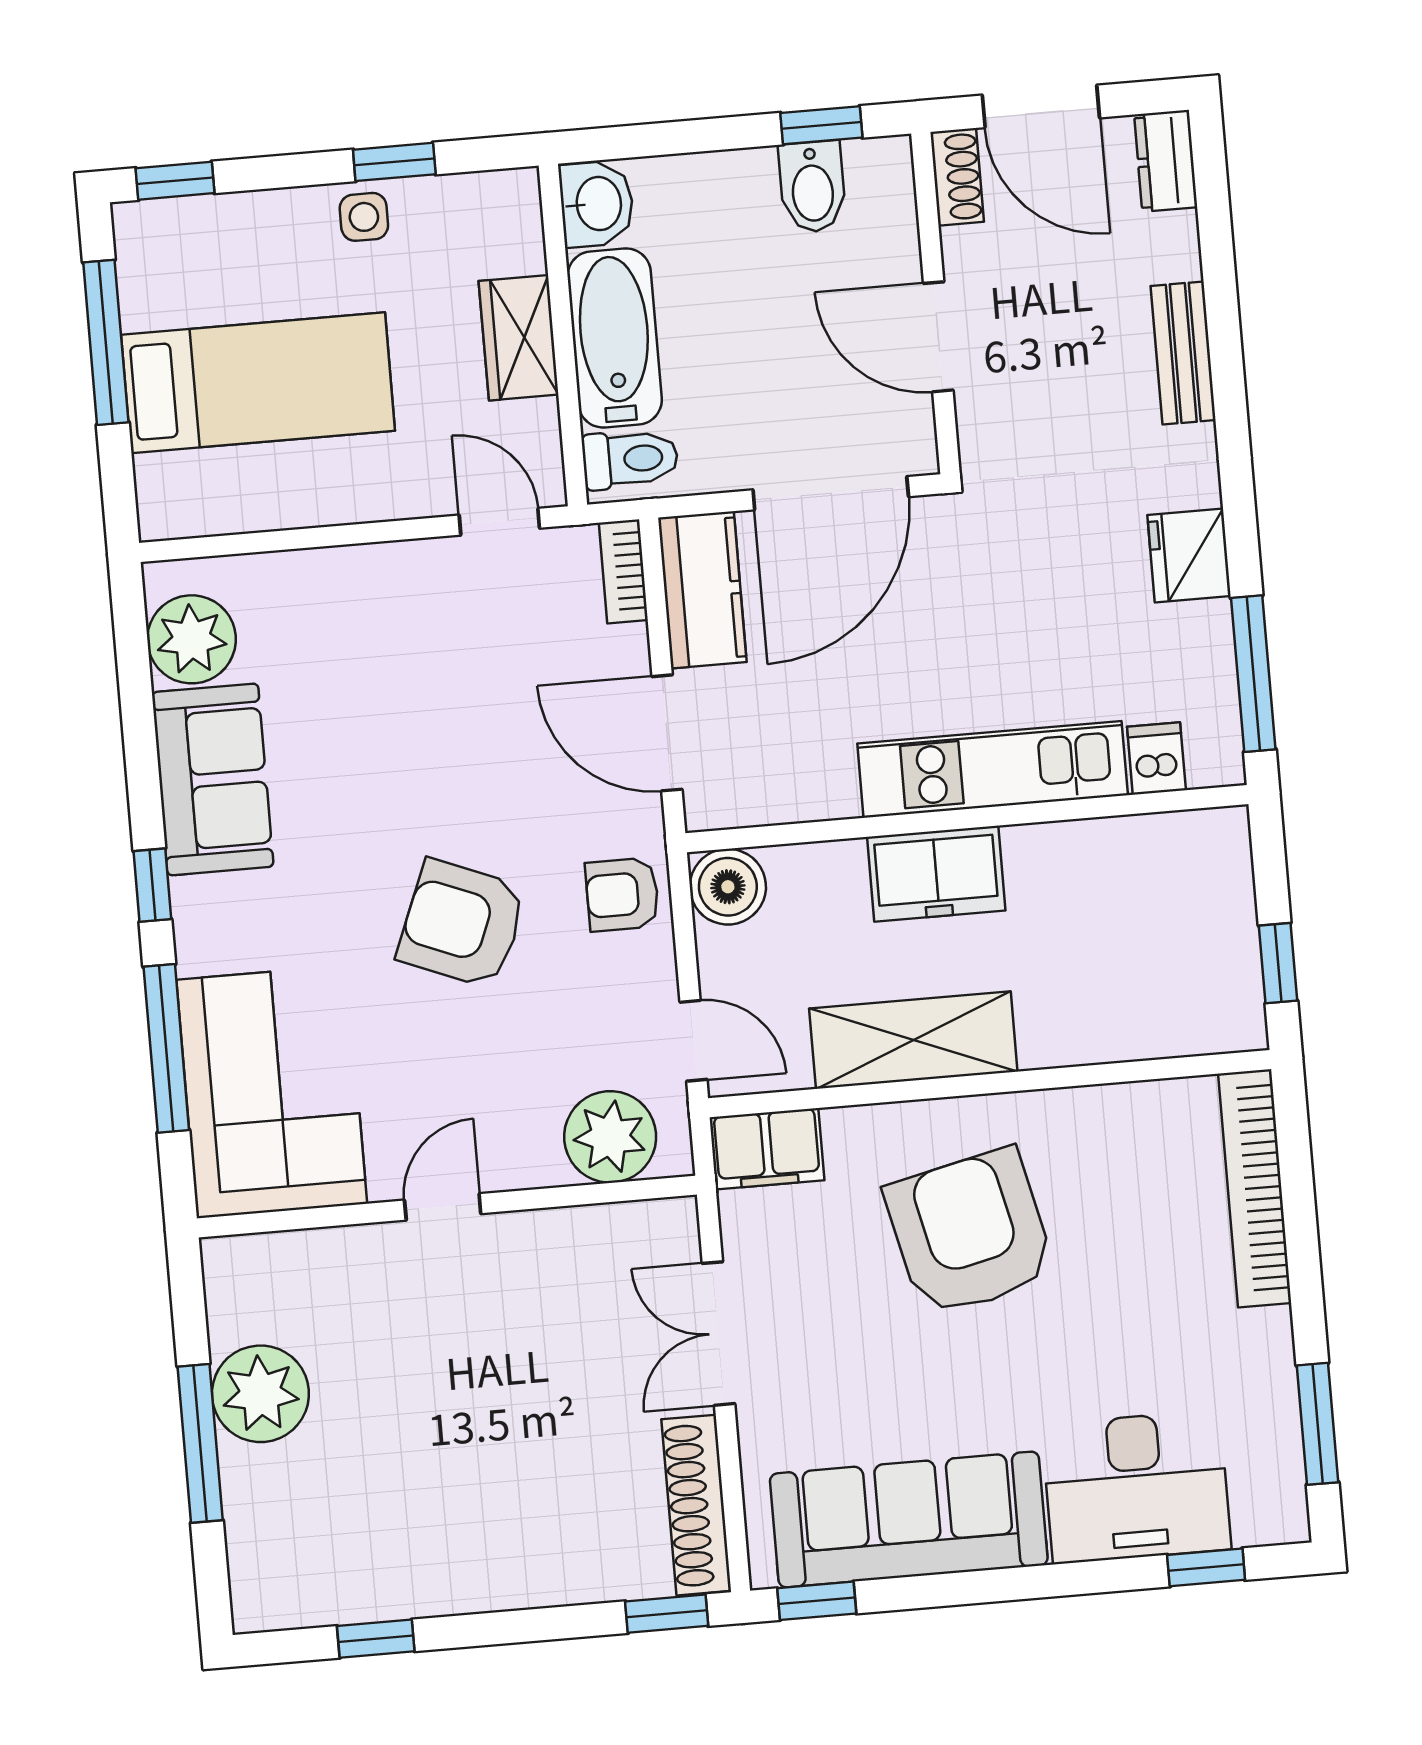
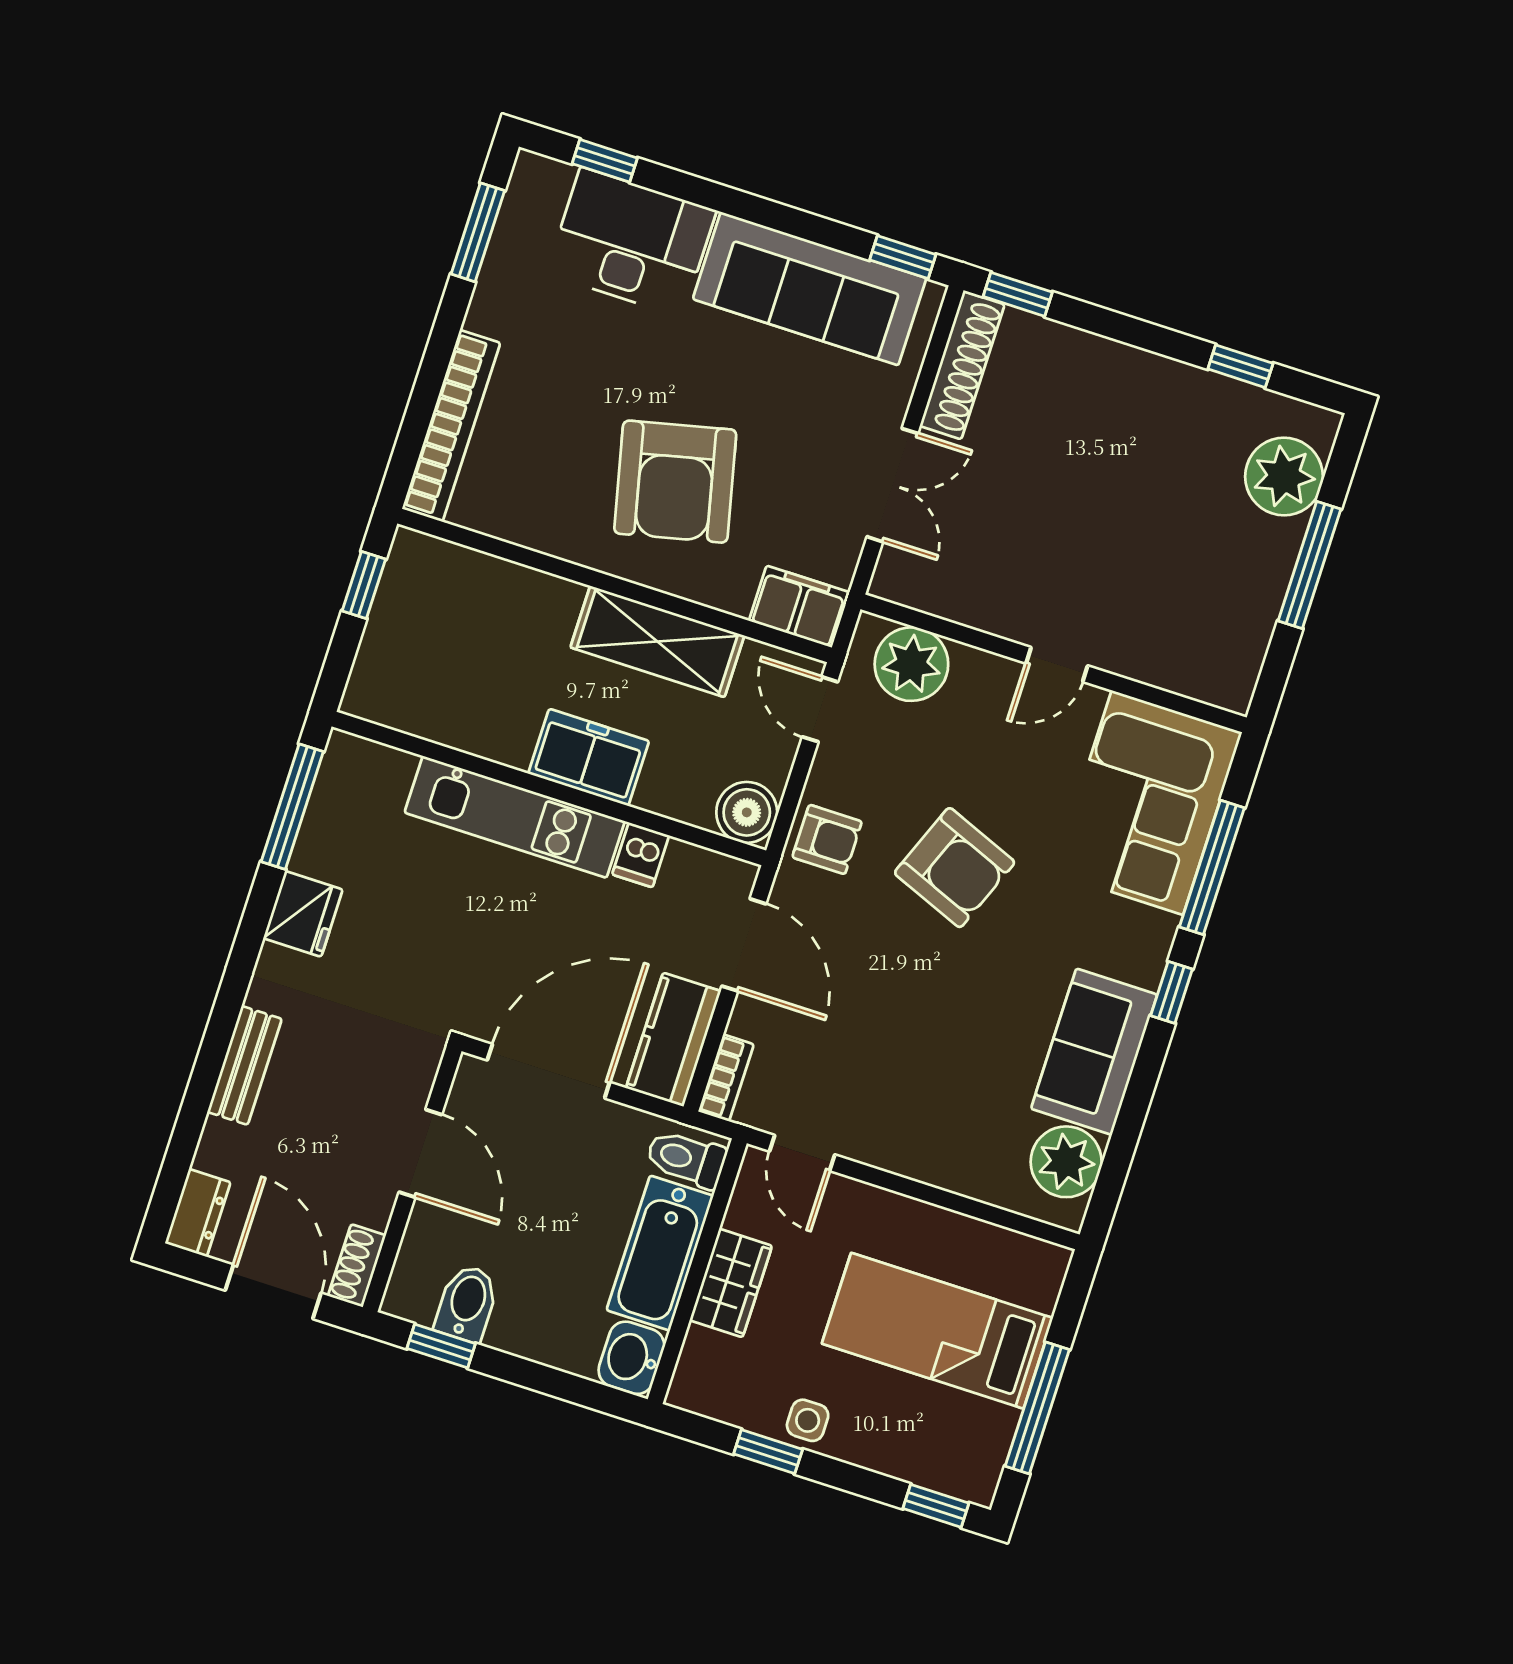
dishwasher: (1156, 758) -> (641, 855), moved
plant: (260, 1394) -> (1284, 476), moved

